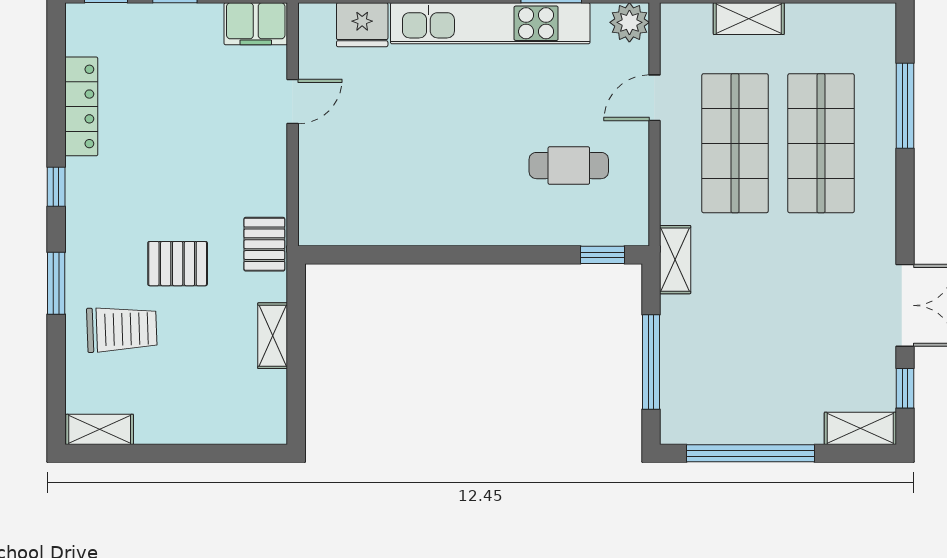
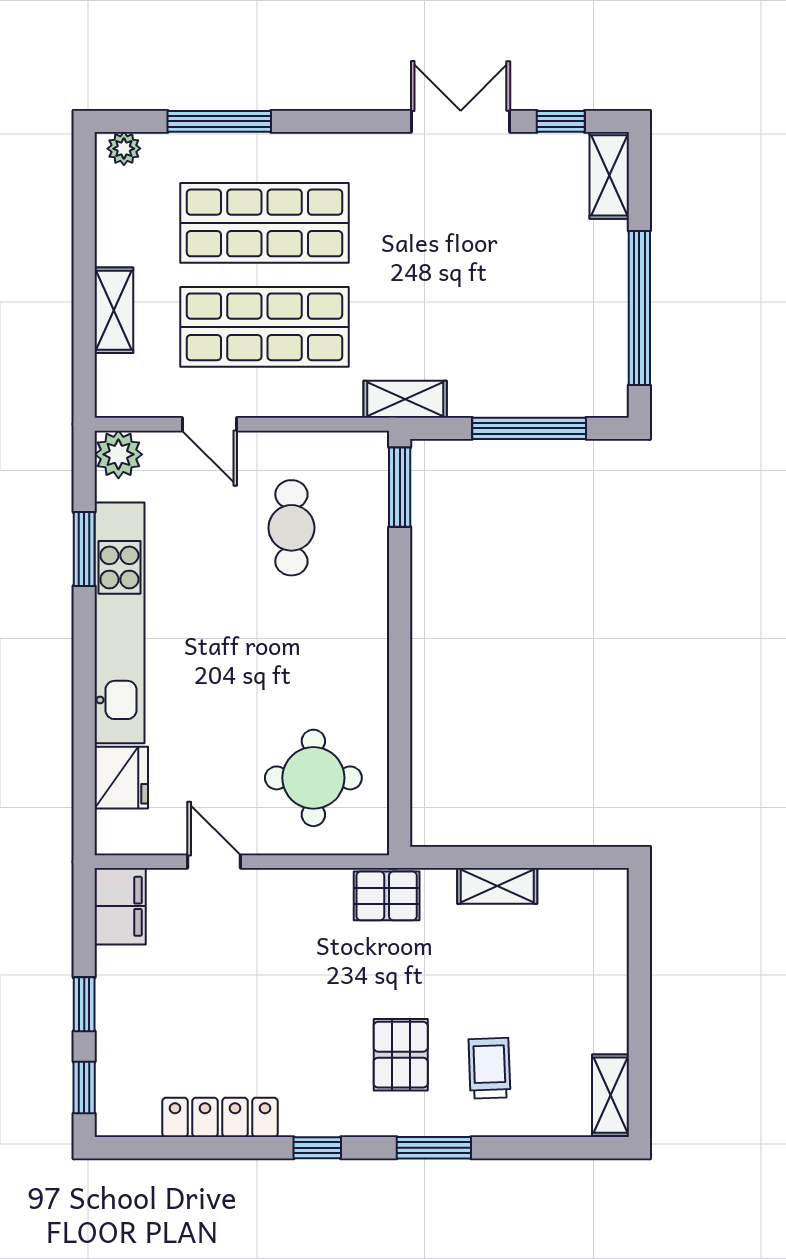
plant: (883, 27) -> (124, 149), added
round table: (362, 184) -> (313, 778), added
window: (602, 255) -> (400, 487), width x1.50
pallet: (178, 264) -> (401, 1055), moved
trolley: (122, 329) -> (489, 1068), width x0.73, depth x0.72

